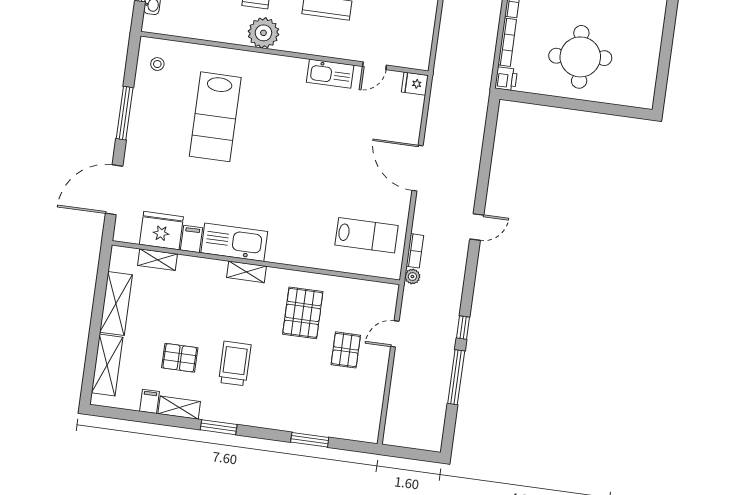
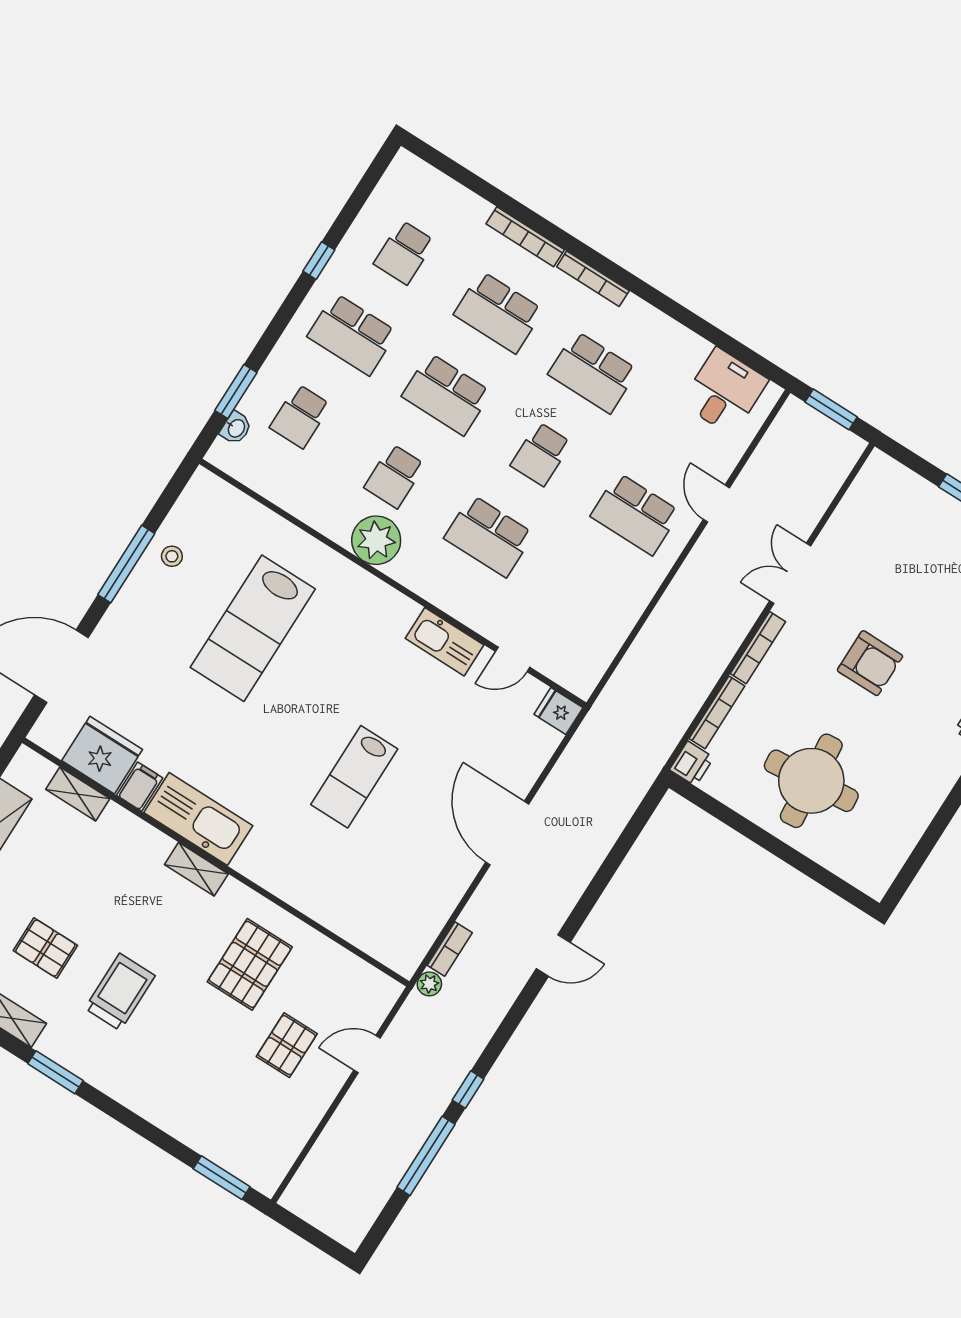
stool: (157, 64) -> (172, 556), moved
lab bench: (367, 235) -> (354, 777), moved, turned 90
window: (310, 440) -> (222, 1178), moved

